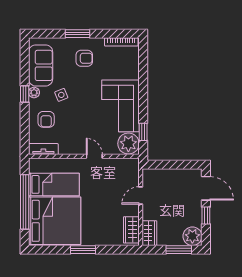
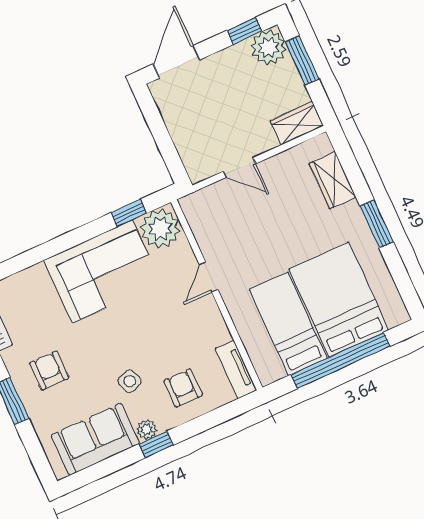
armchair: (46, 119) -> (183, 388), turned -90
window: (206, 215) -> (244, 31), moved
bed: (55, 221) -> (339, 300), width x0.73
wardrobe: (131, 230) -> (333, 180), moved, turned 90

